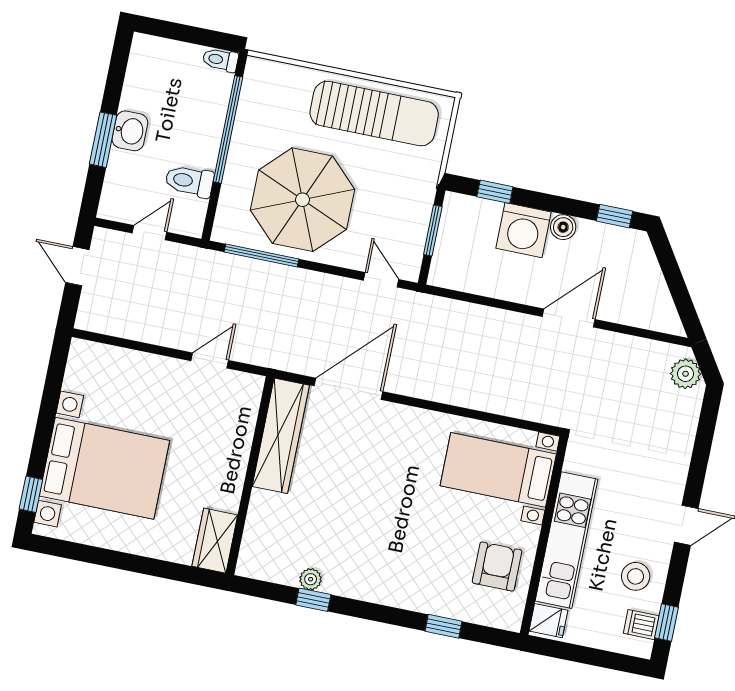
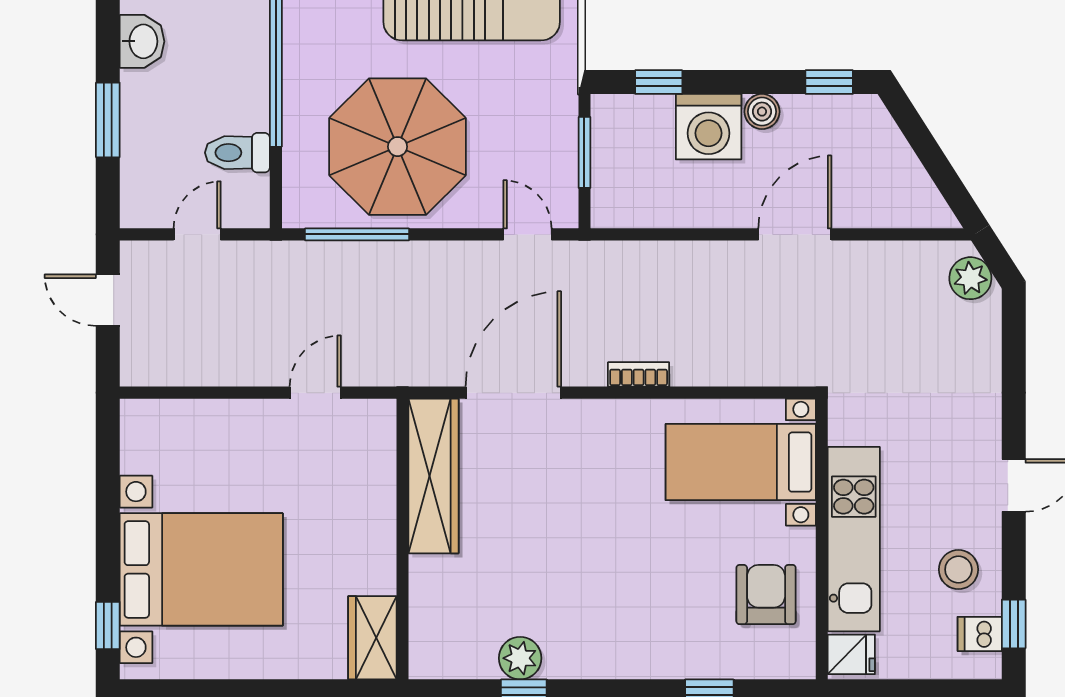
washbasin: (130, 131) -> (142, 41), moved
bookcase: (439, 394) -> (639, 374), added
plant: (311, 579) -> (520, 658), width x1.38, depth x1.38

